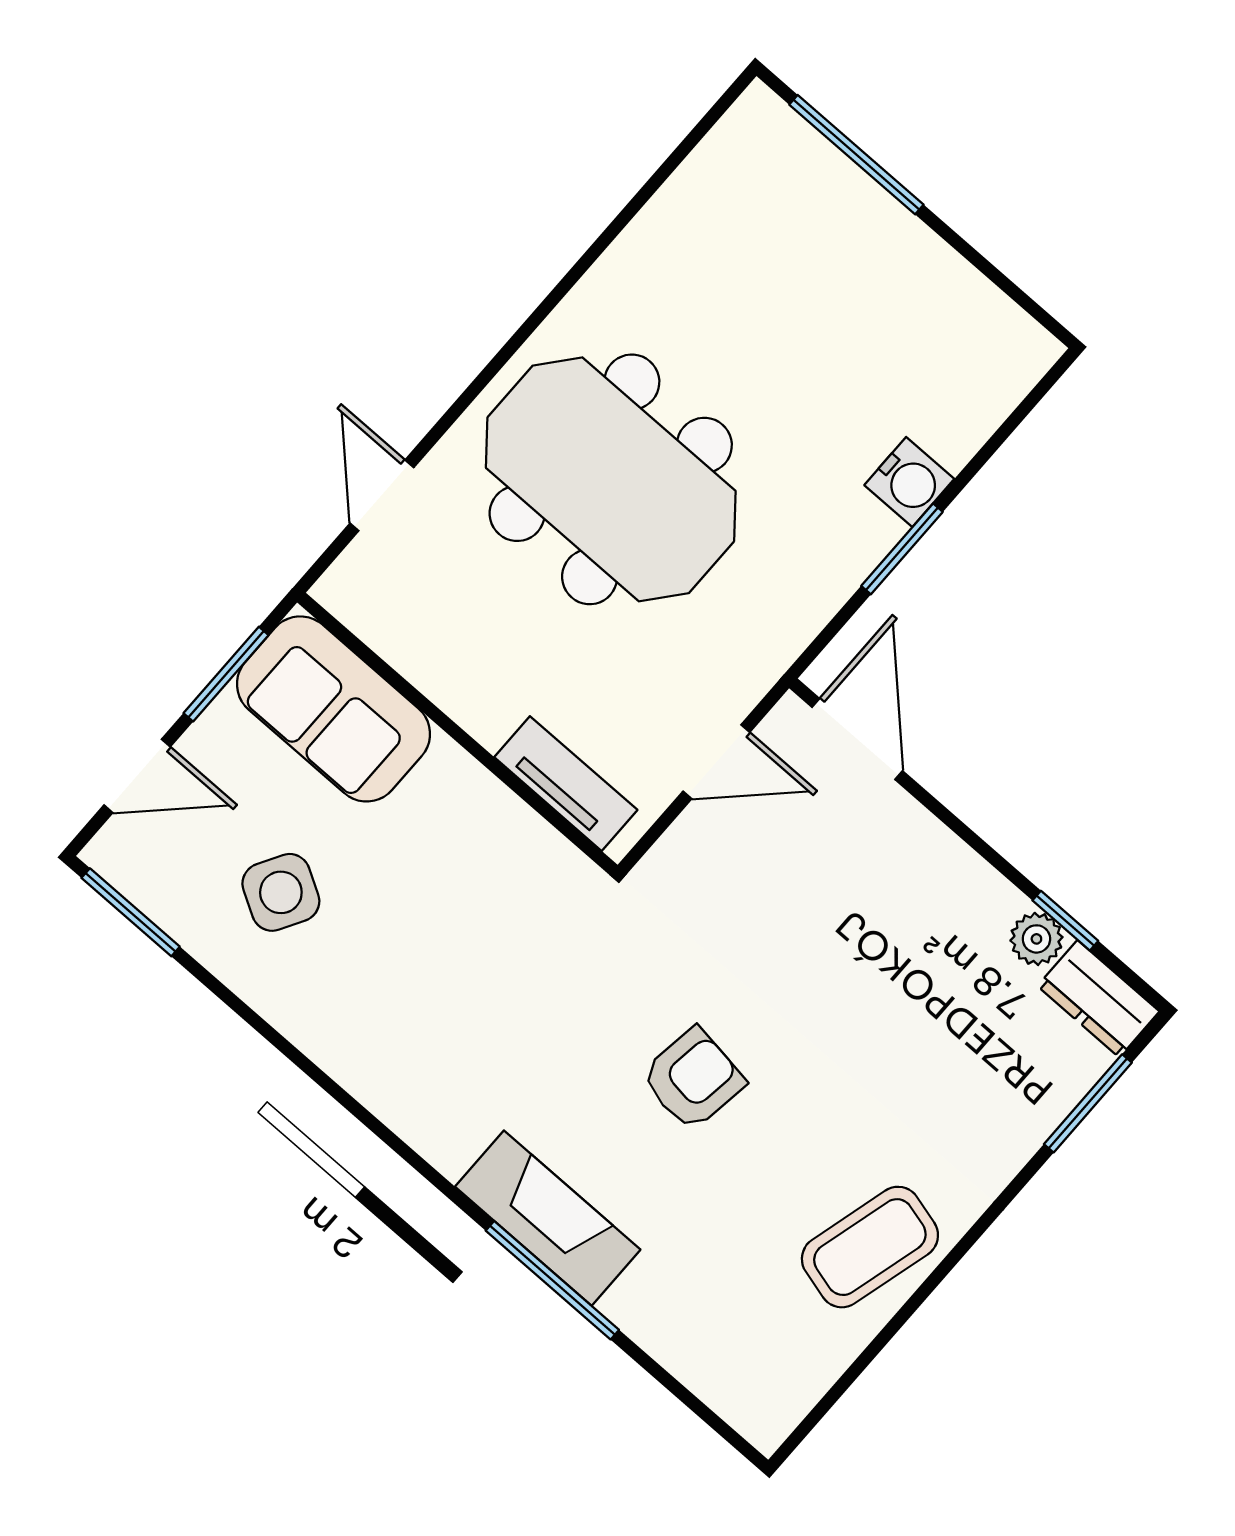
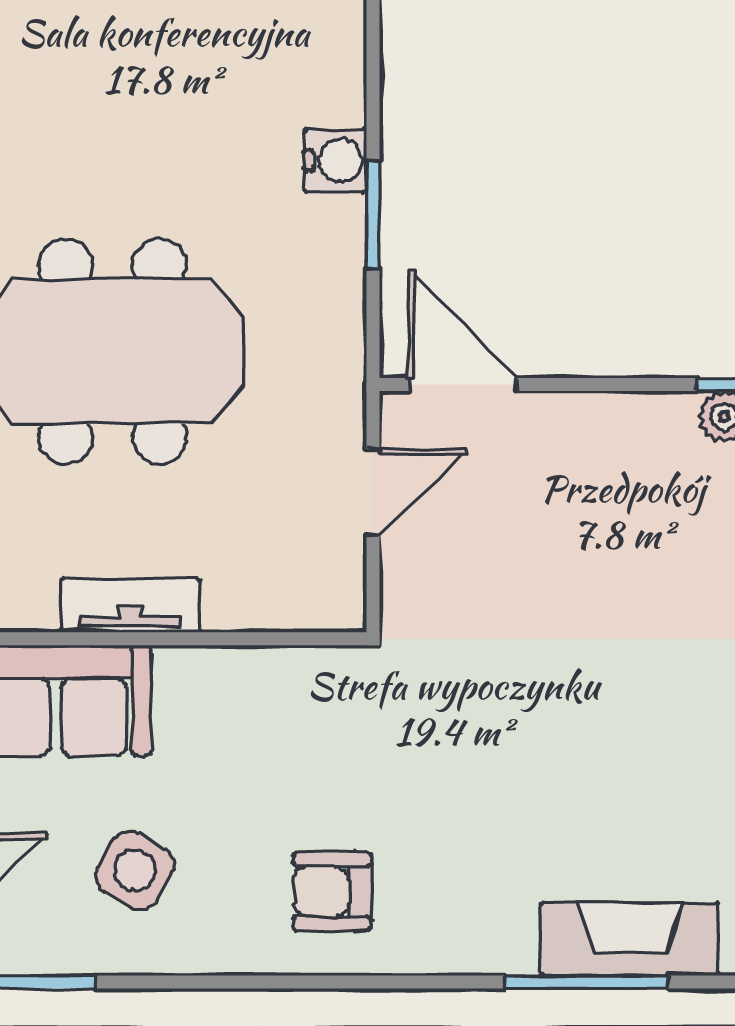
tv unit: (566, 784) -> (131, 606), moved
armchair: (693, 1079) -> (332, 892), moved, turned -98
fireplace: (548, 1218) -> (630, 939), moved

